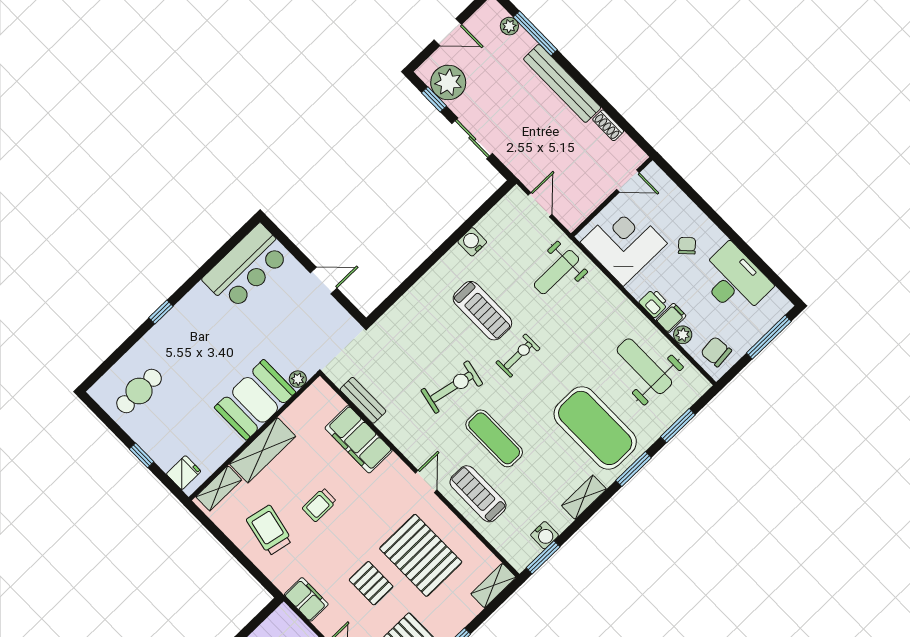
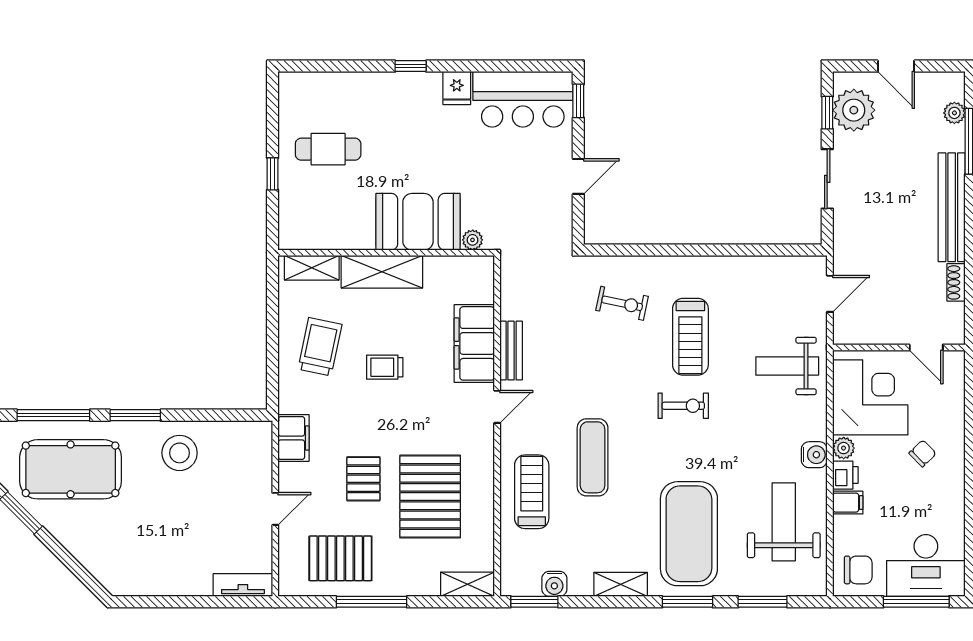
window: (280, 236) -> (578, 101), added
water cooler: (472, 242) -> (814, 455), moved, turned 90
desk: (734, 280) -> (926, 565), moved, turned 90
door: (324, 281) -> (578, 176), hinge flipped
plant: (683, 335) -> (844, 448), moved
chair: (716, 352) -> (858, 570), turned 96
exercise bike: (452, 387) -> (622, 303), moved, width x0.73, depth x0.72
cafe table: (139, 391) -> (328, 149), moved
bench: (363, 400) -> (511, 351), moved
fridge: (184, 473) -> (457, 88), moved, turned 90
door: (426, 482) -> (497, 407), moved

